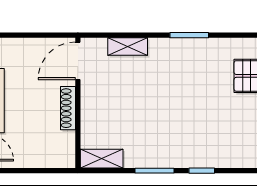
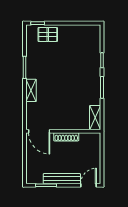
shelving: (128, 47) -> (31, 90), moved

